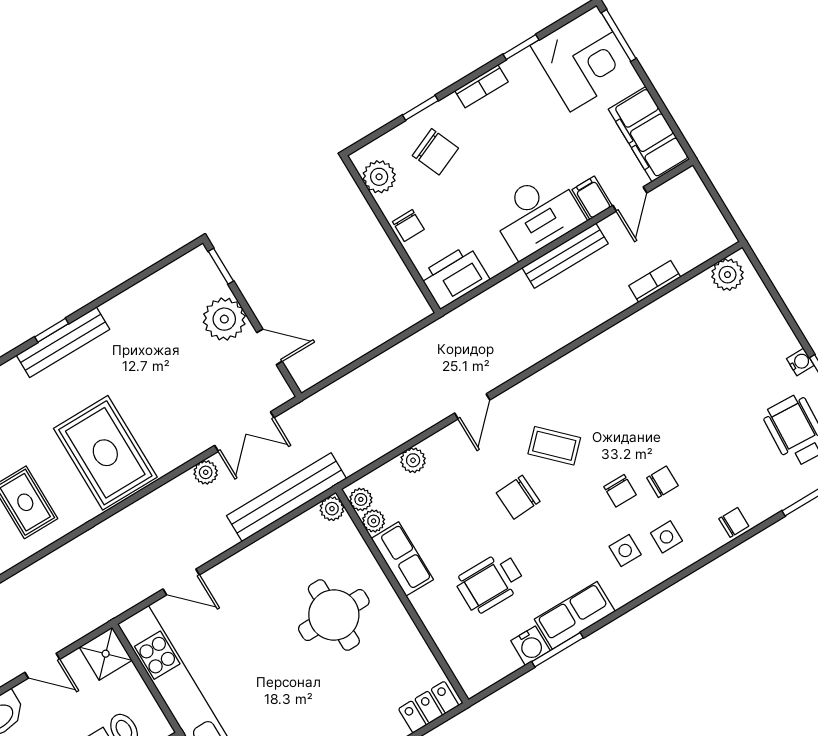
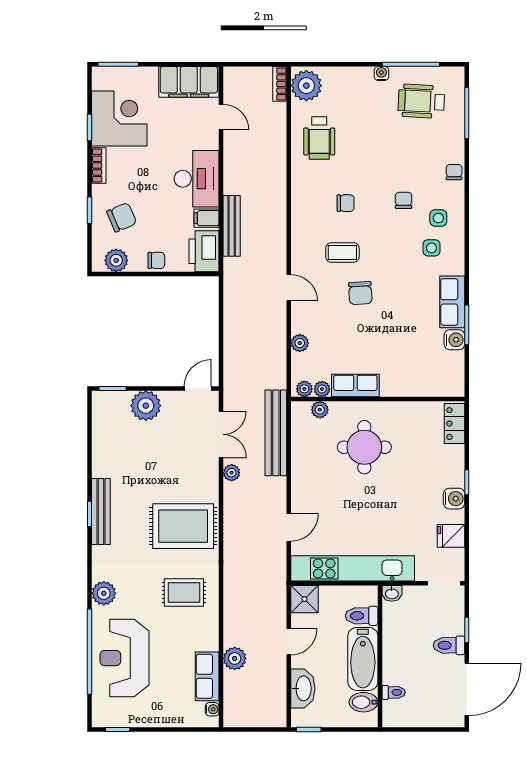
corner desk: (583, 59) -> (119, 118), moved
filing cabinet: (592, 198) -> (206, 218), moved
bench: (565, 256) -> (232, 226), moved
plant: (727, 275) -> (306, 86), width x1.36, depth x1.36
bookcase: (655, 281) -> (280, 84), moved
door: (270, 347) -> (198, 388), moved
coffee table: (554, 446) -> (342, 253), turned 45
chair: (620, 491) -> (346, 203), moved
plant: (332, 509) -> (320, 410), moved
wheelchair: (490, 583) -> (319, 138), moved

